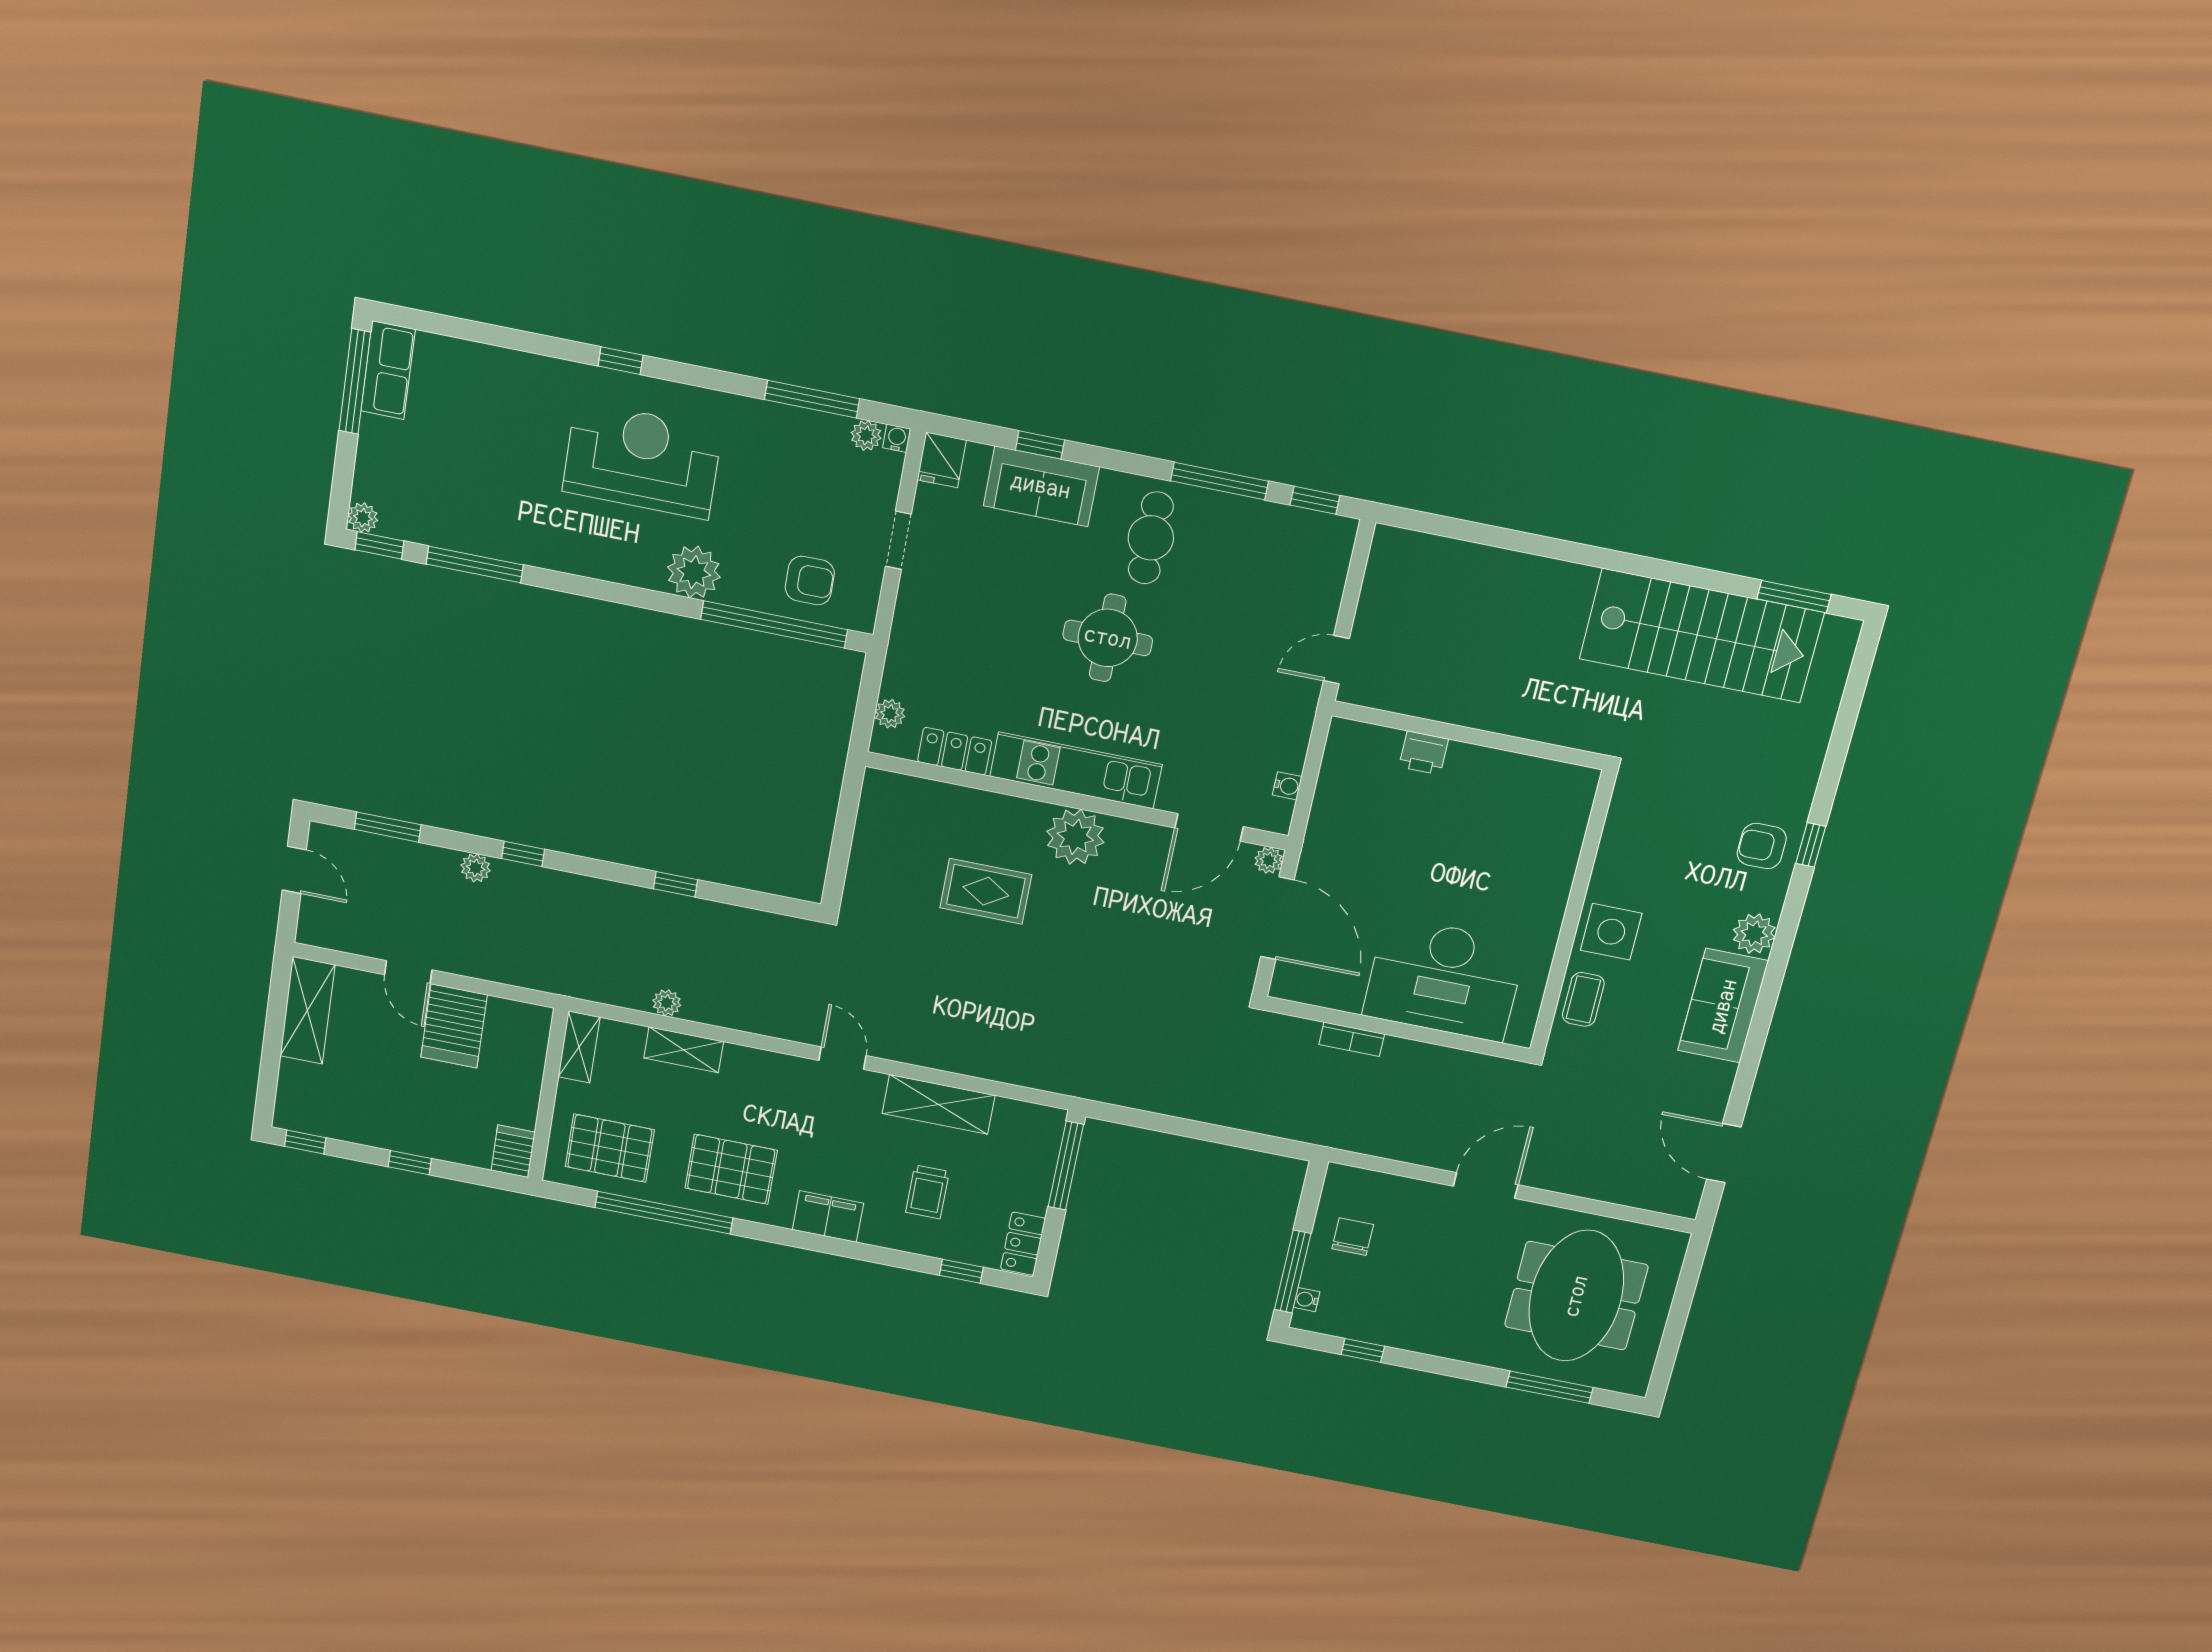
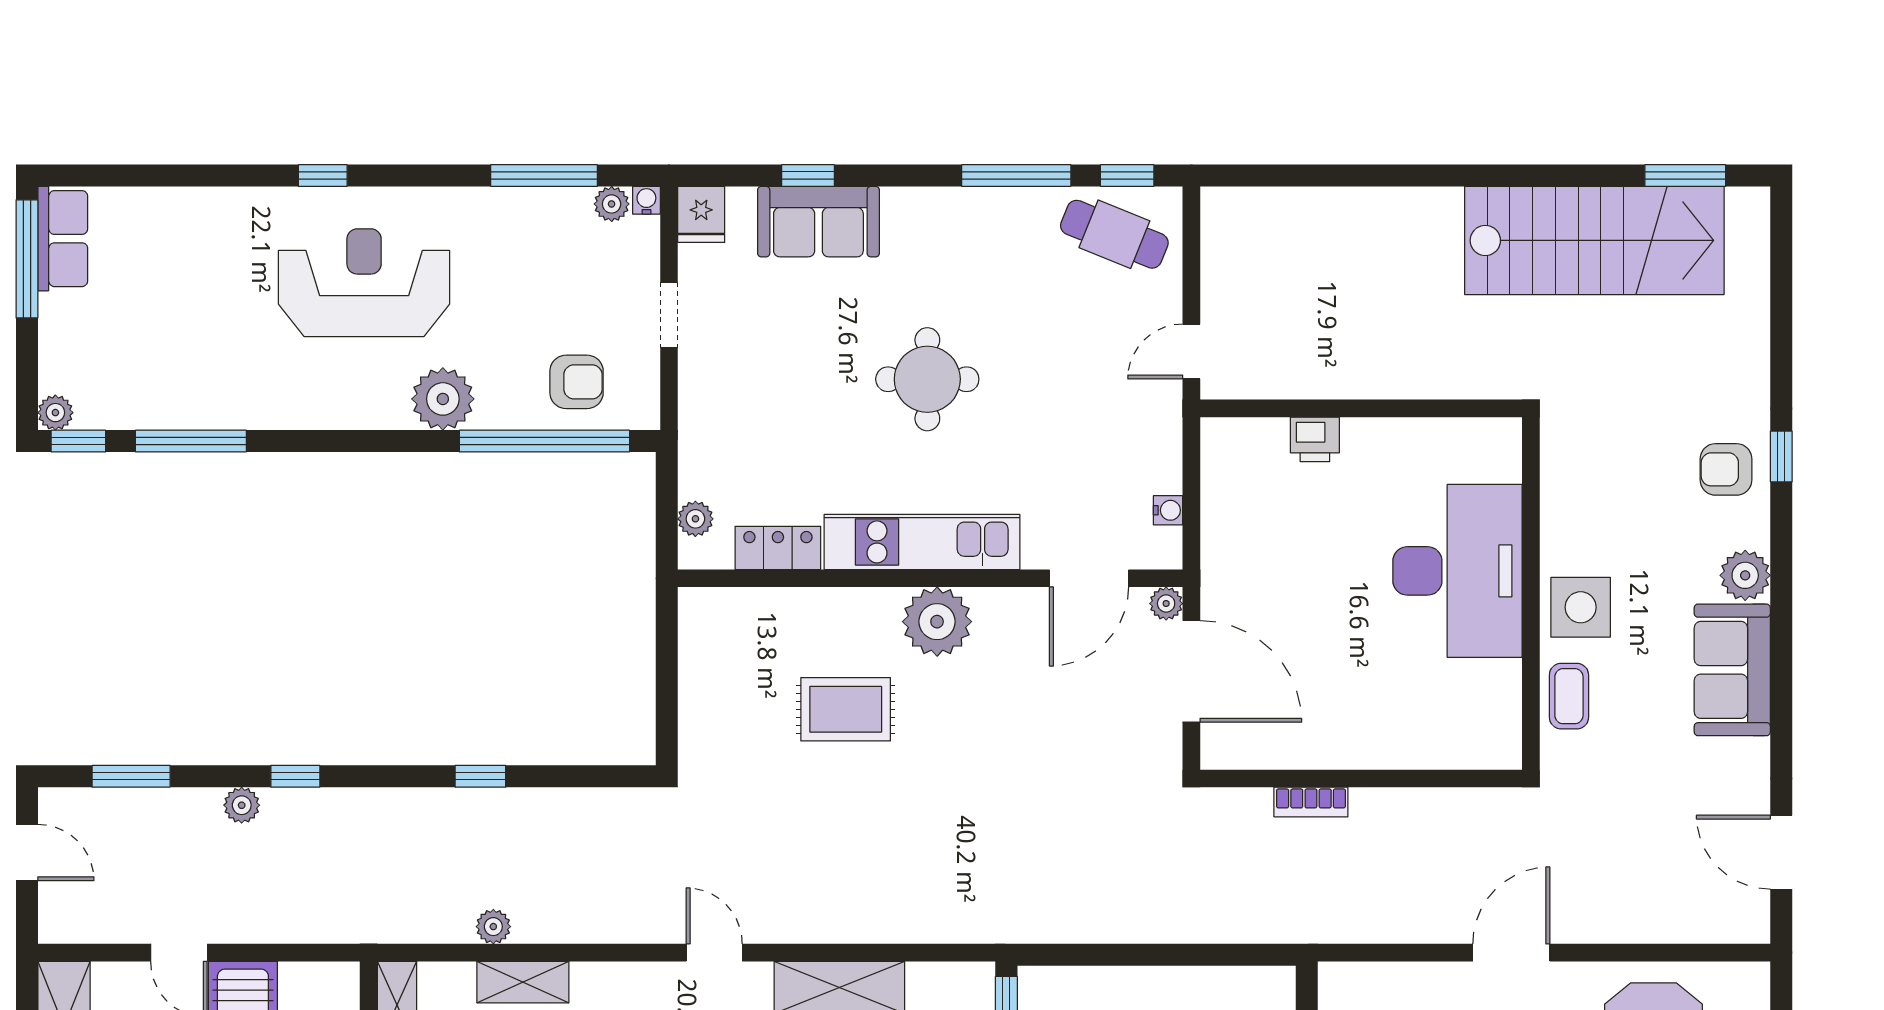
cafe table: (1151, 538) -> (1114, 234), moved, turned -68
desk: (1444, 979) -> (1458, 571), moved, turned -90

